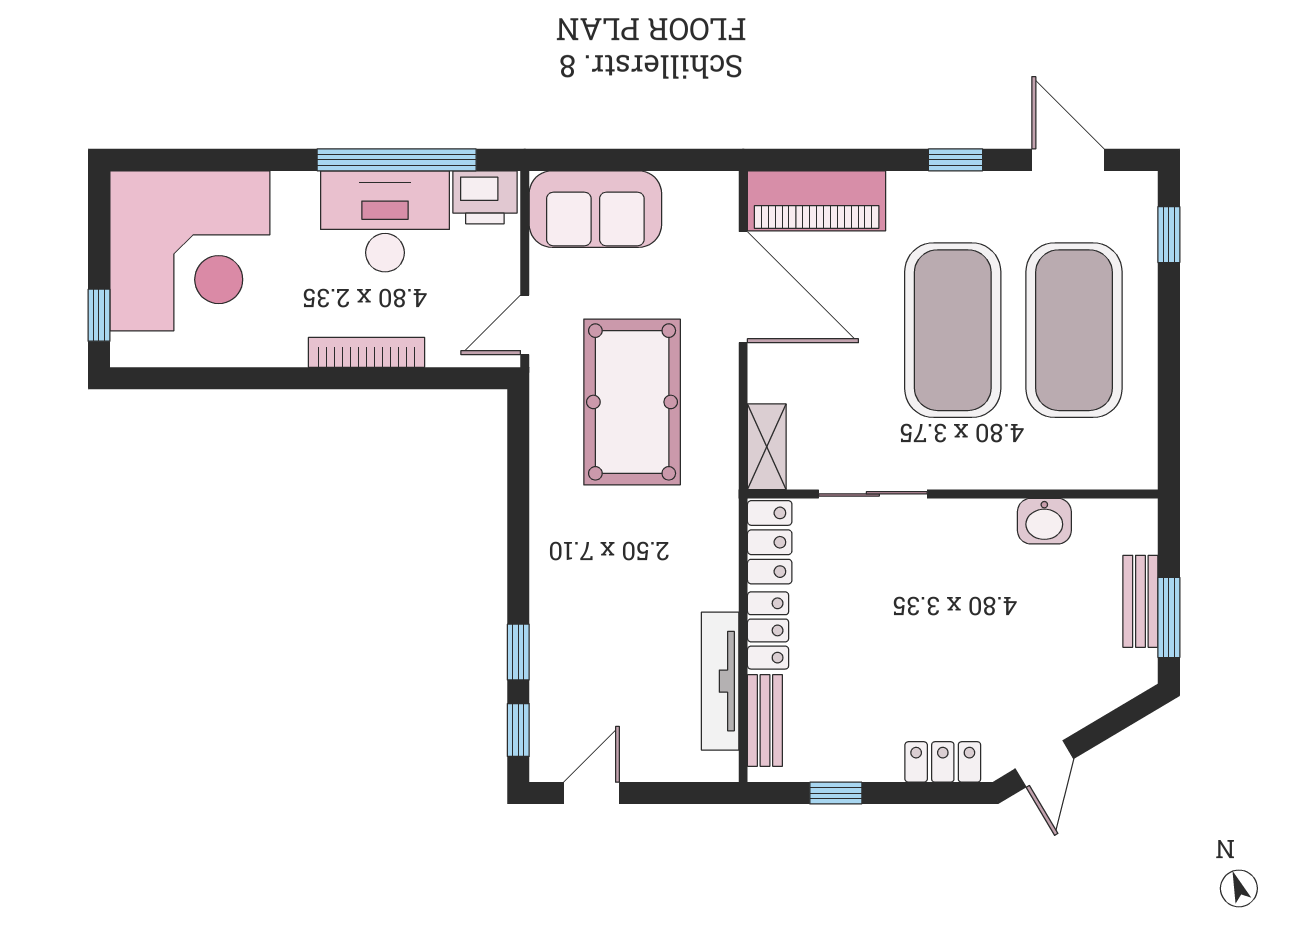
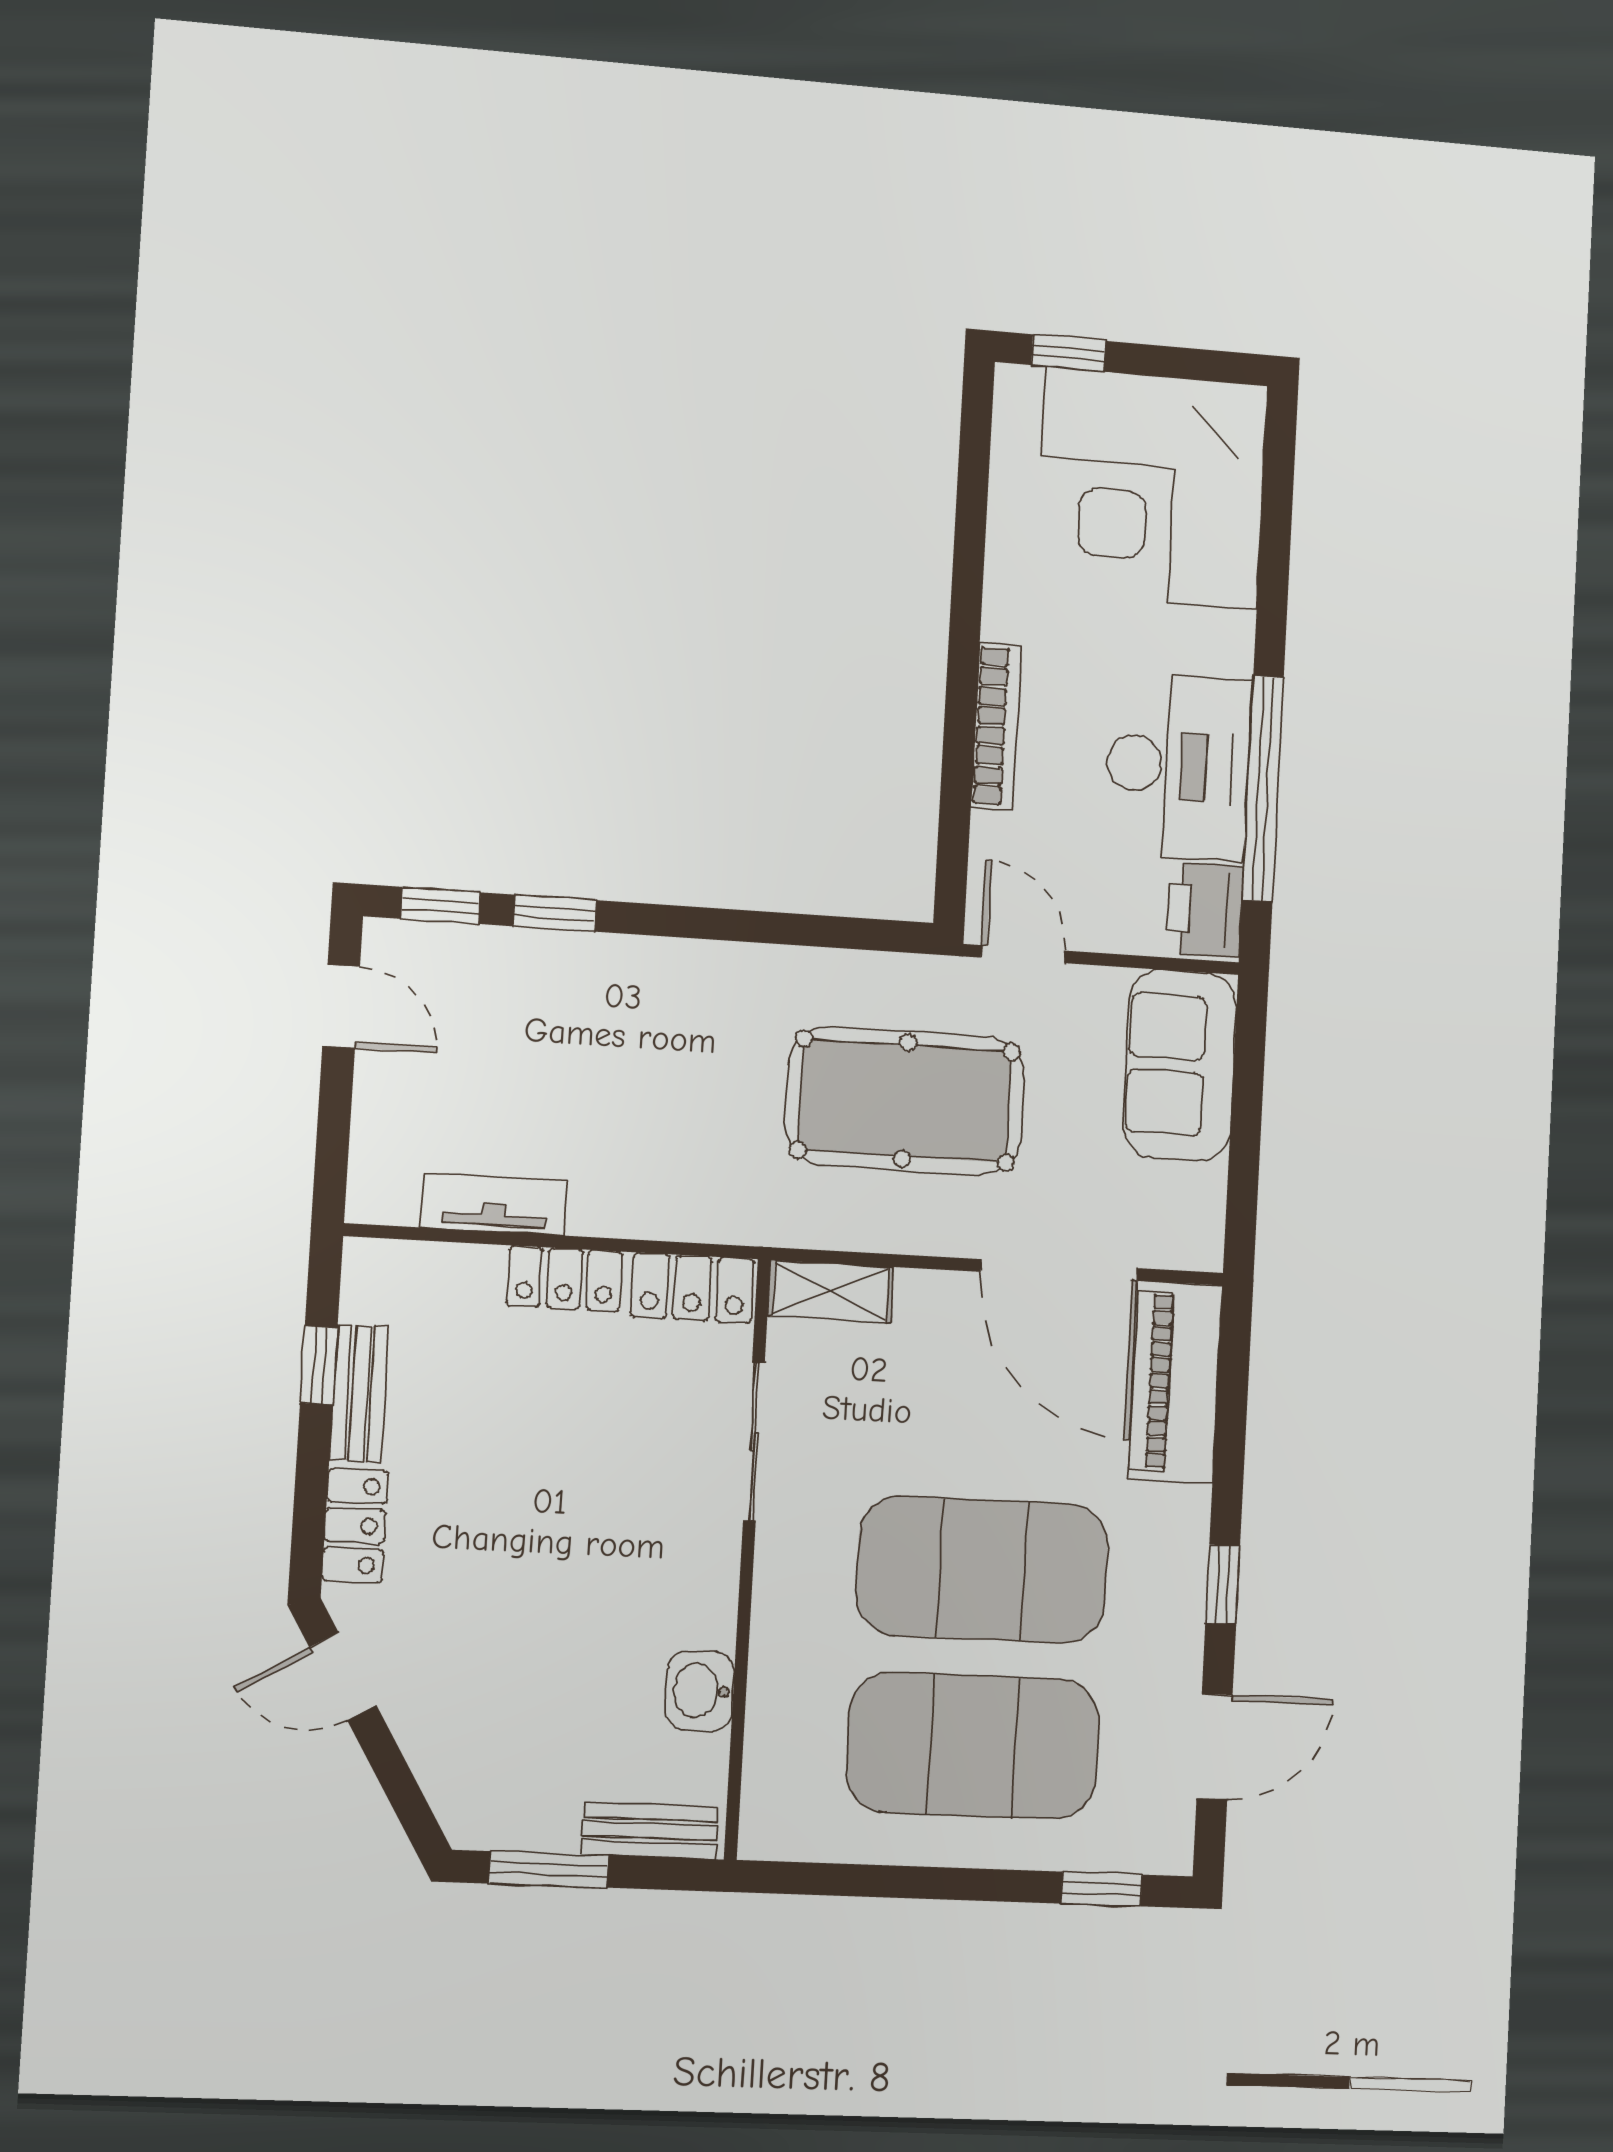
door: (743, 287) -> (1059, 1270), hinge flipped
bench: (1140, 601) -> (650, 1831), moved
tv unit: (720, 681) -> (494, 1204), width x0.71
bench: (765, 720) -> (359, 1393), moved, turned 90

